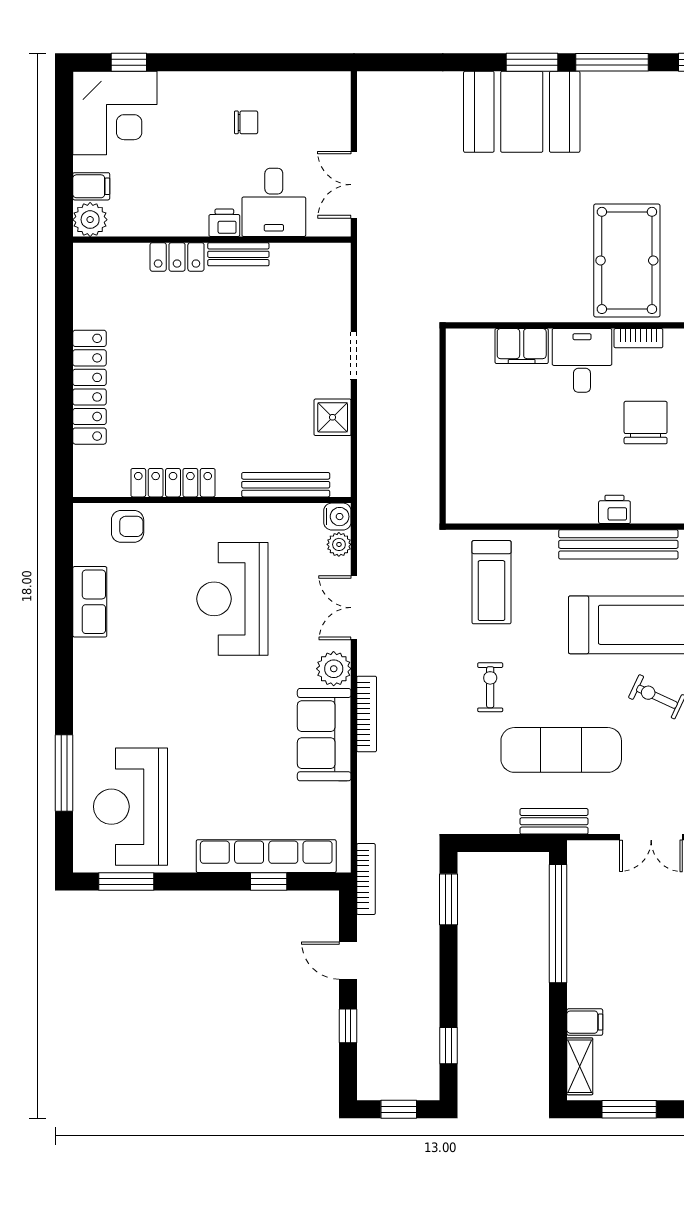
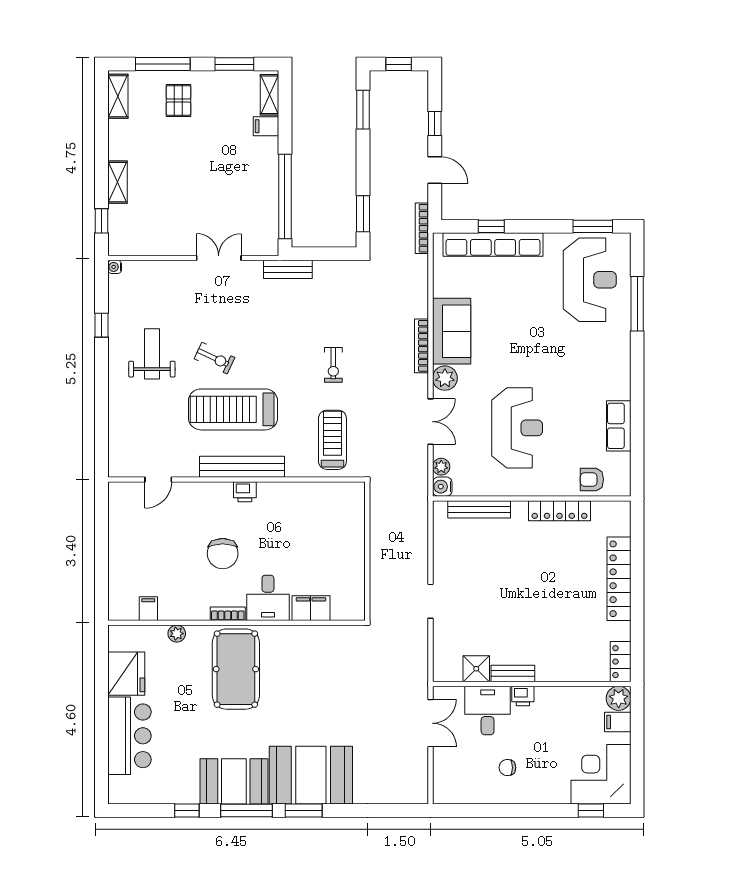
booth: (630, 103) -> (234, 781), added
locker: (177, 257) -> (621, 662), moved, turned -90
shower: (333, 417) -> (476, 669), moved
exercise mat: (561, 750) -> (283, 320), removed
window: (449, 1046) -> (363, 110), width x1.50

